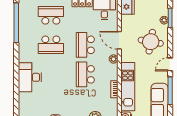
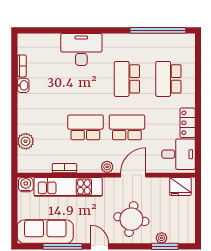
school desk: (51, 15) -> (168, 79), turned 180

